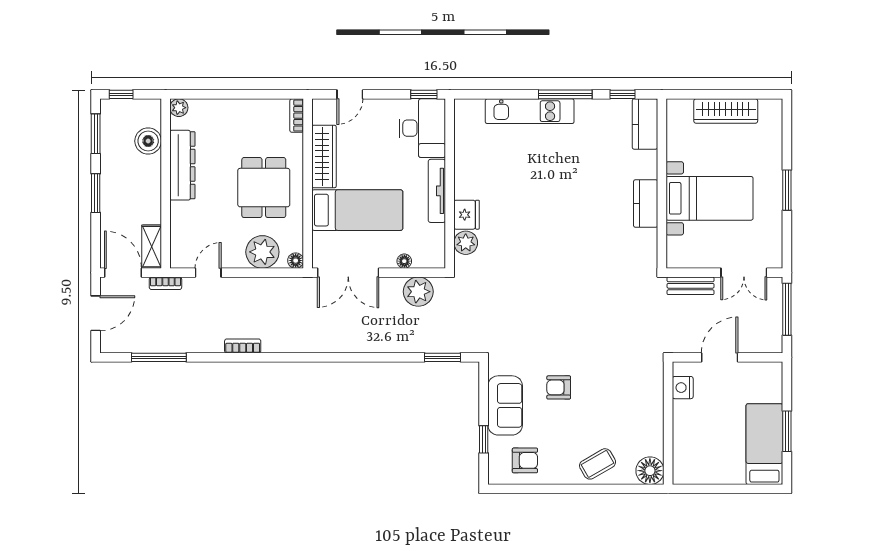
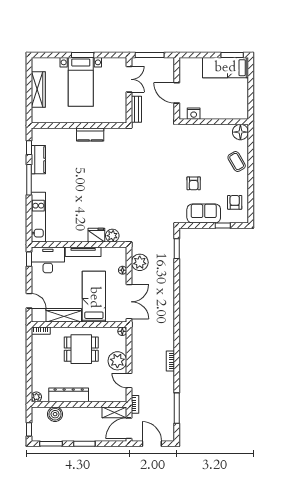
kitchen unit: (530, 111) -> (38, 217), moved
kitchen counter: (645, 124) -> (38, 160), moved, turned -90
bed with nightstands: (709, 198) -> (81, 82), moved, turned 180
plant: (262, 252) -> (117, 361), moved
window: (787, 431) -> (232, 55), moved

